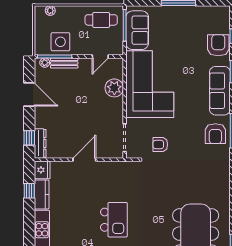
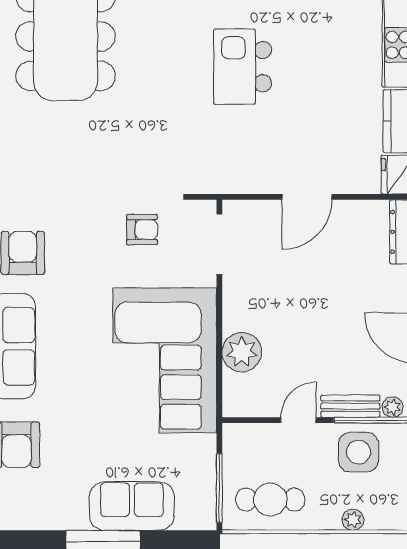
plant: (50, 11) -> (353, 520), moved
sofa: (137, 30) -> (132, 506), moved, turned 90
door: (100, 57) -> (298, 420), moved

